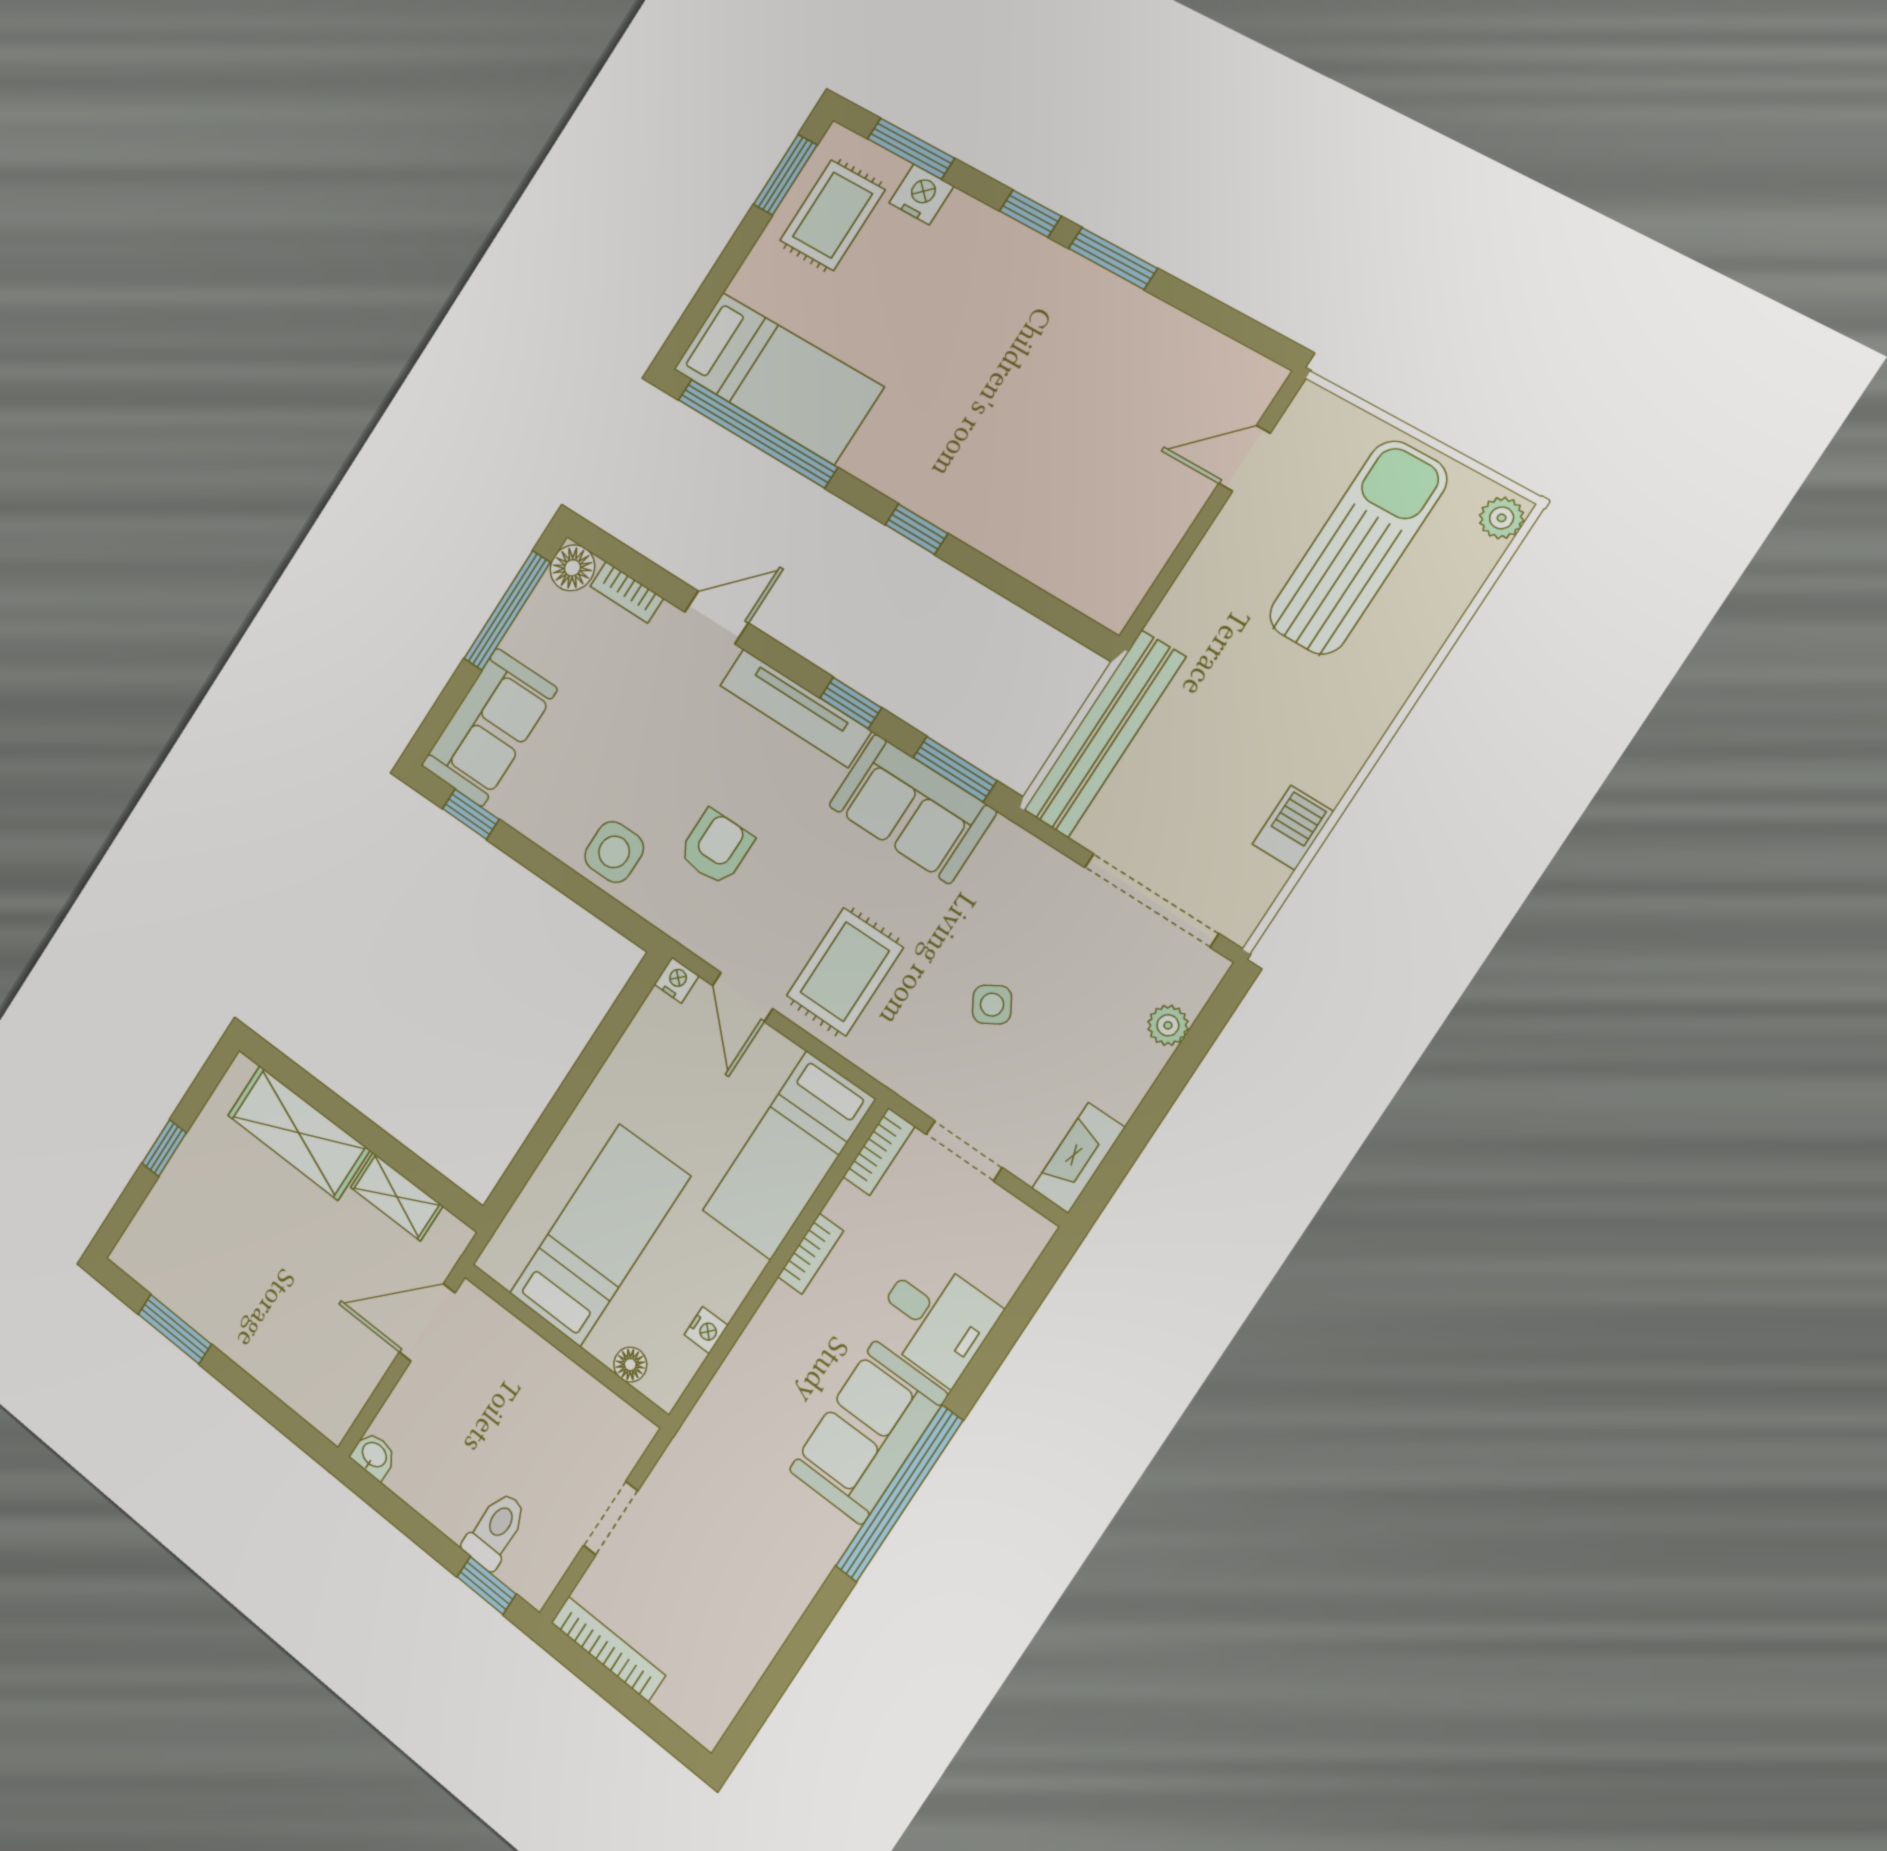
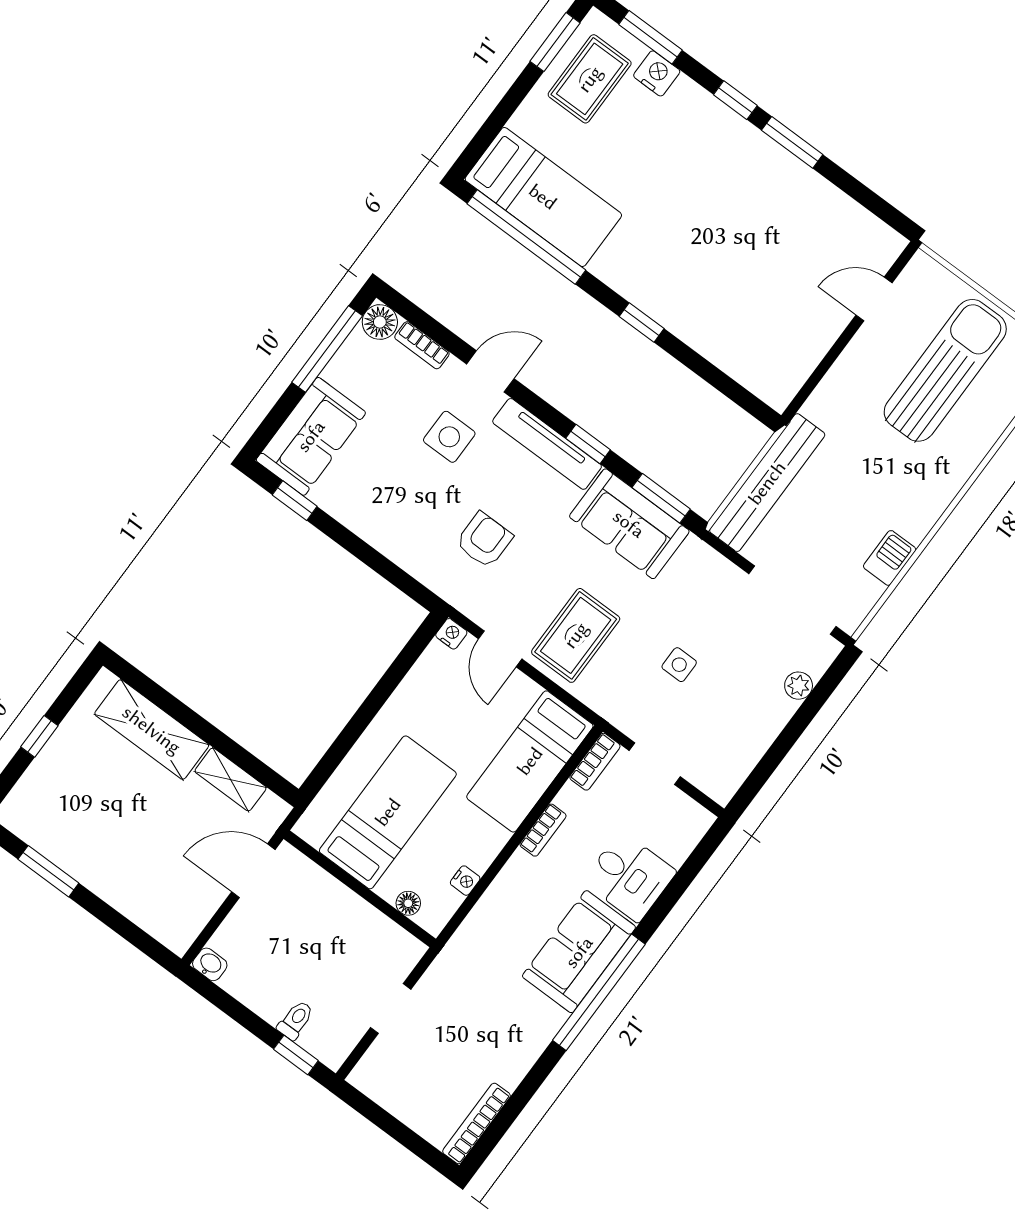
side table: (614, 852) -> (449, 437), moved
side table: (992, 1005) -> (679, 665), turned 31
fireplace: (1078, 1158) -> (733, 772), removed
toilet: (495, 1530) -> (296, 1020), width x0.73, depth x0.72
bookcase: (608, 1649) -> (476, 1124), moved, turned -90

